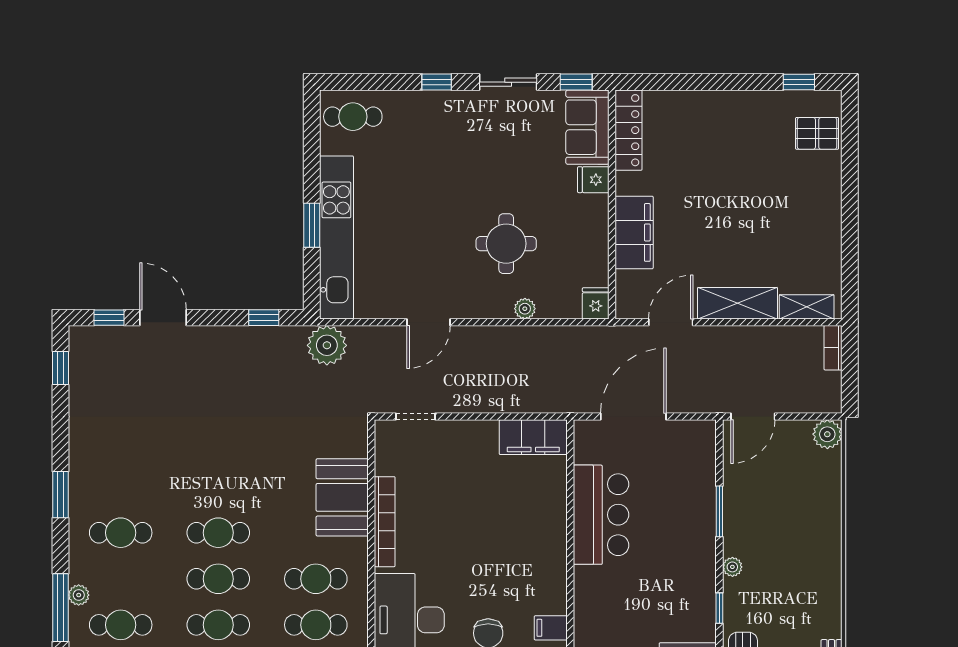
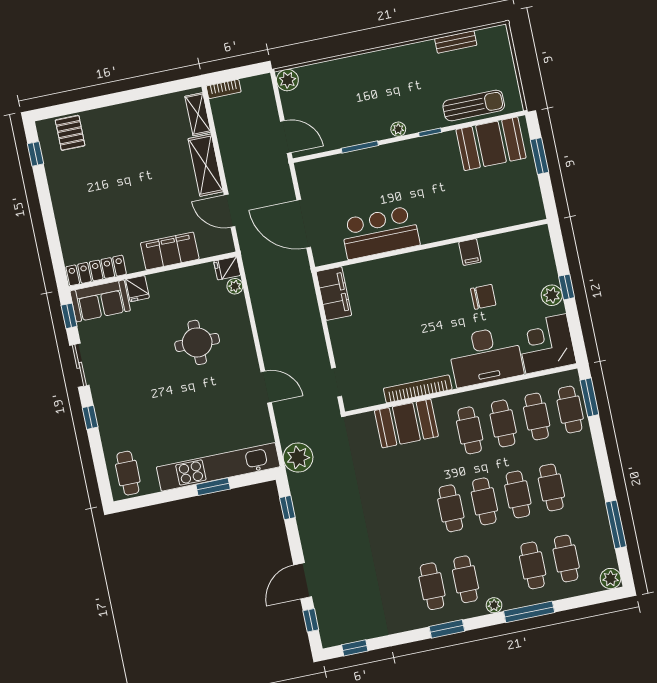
plant: (525, 309) -> (235, 286), moved
cafe table: (121, 487) -> (432, 586), added
plant: (79, 595) -> (494, 605), moved

